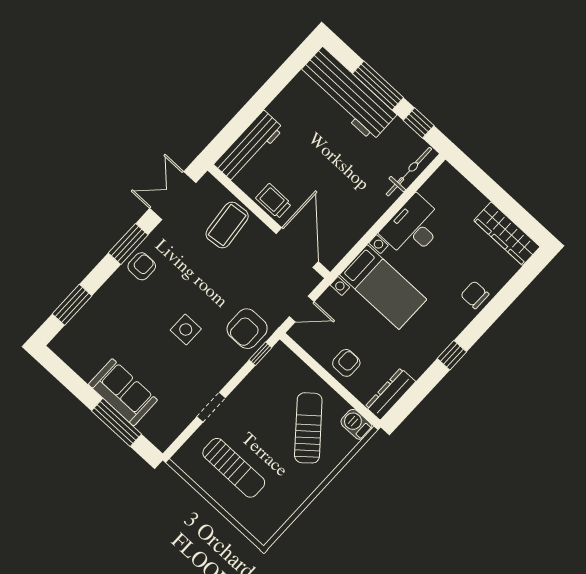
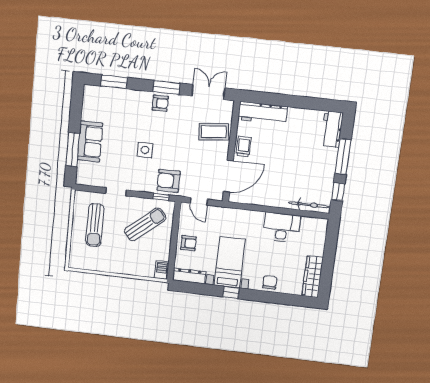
workbench: (347, 94) -> (332, 129), width x0.53, depth x0.76
bed with nightstands: (383, 287) -> (230, 262), moved, turned 180
sun lounger: (308, 428) -> (145, 224), moved

